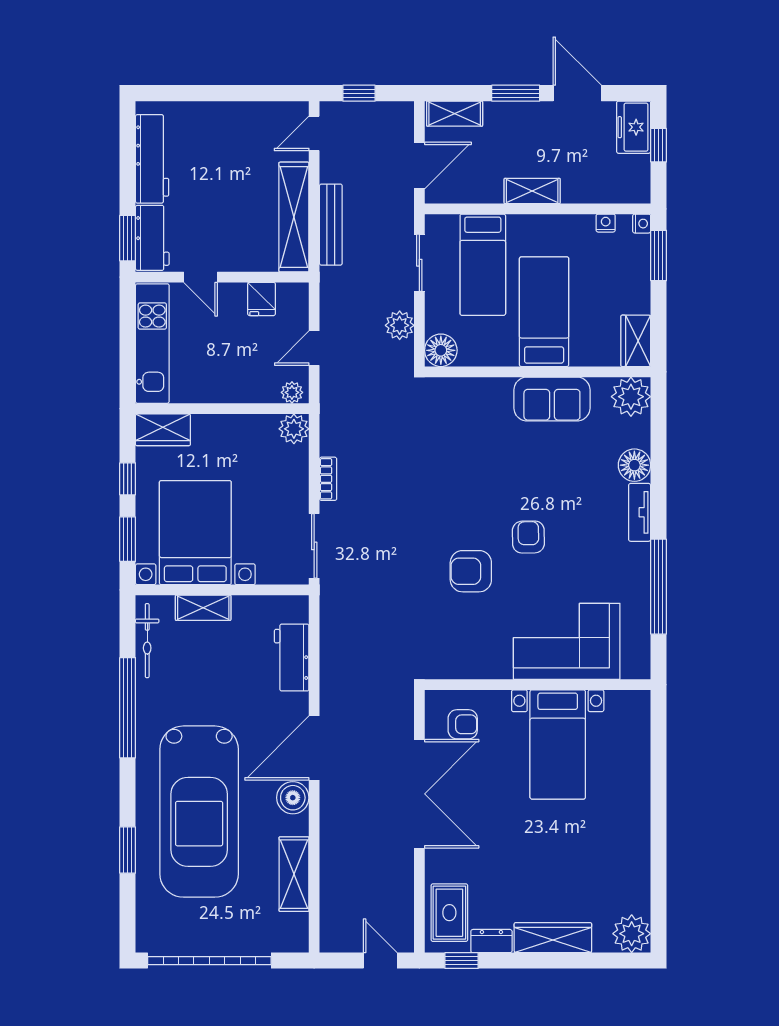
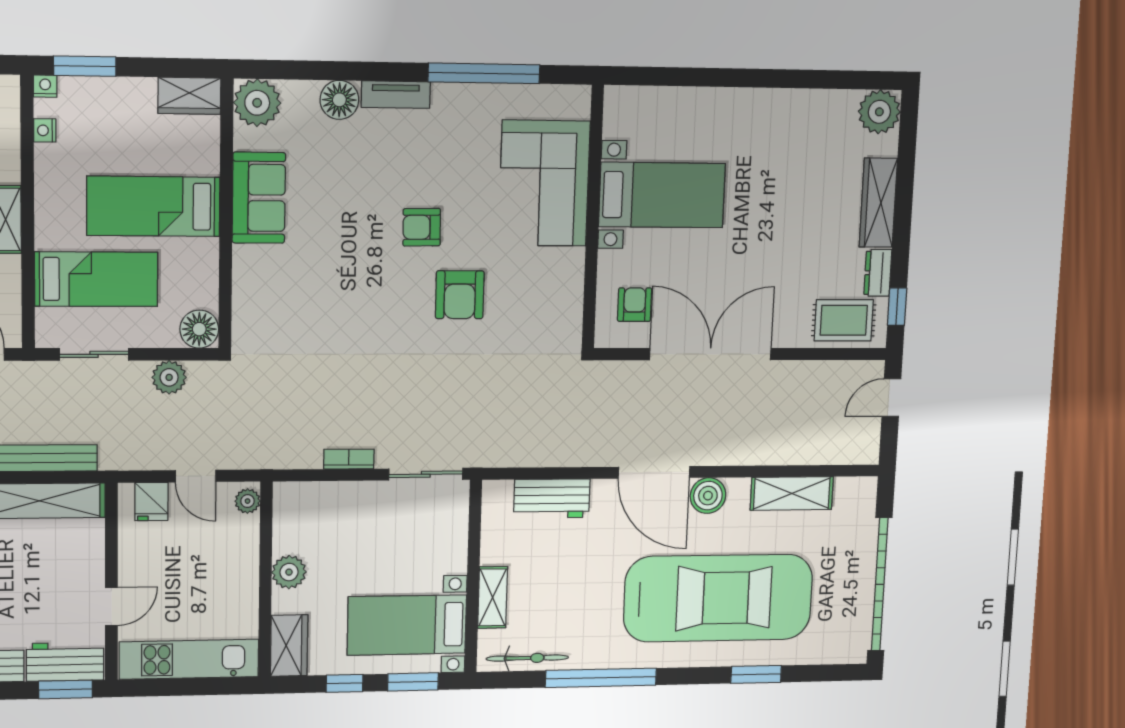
fridge: (262, 299) -> (151, 502), moved, turned 90
plant: (294, 429) -> (289, 572), moved
bed with nightstands: (195, 533) -> (407, 625), width x0.73

